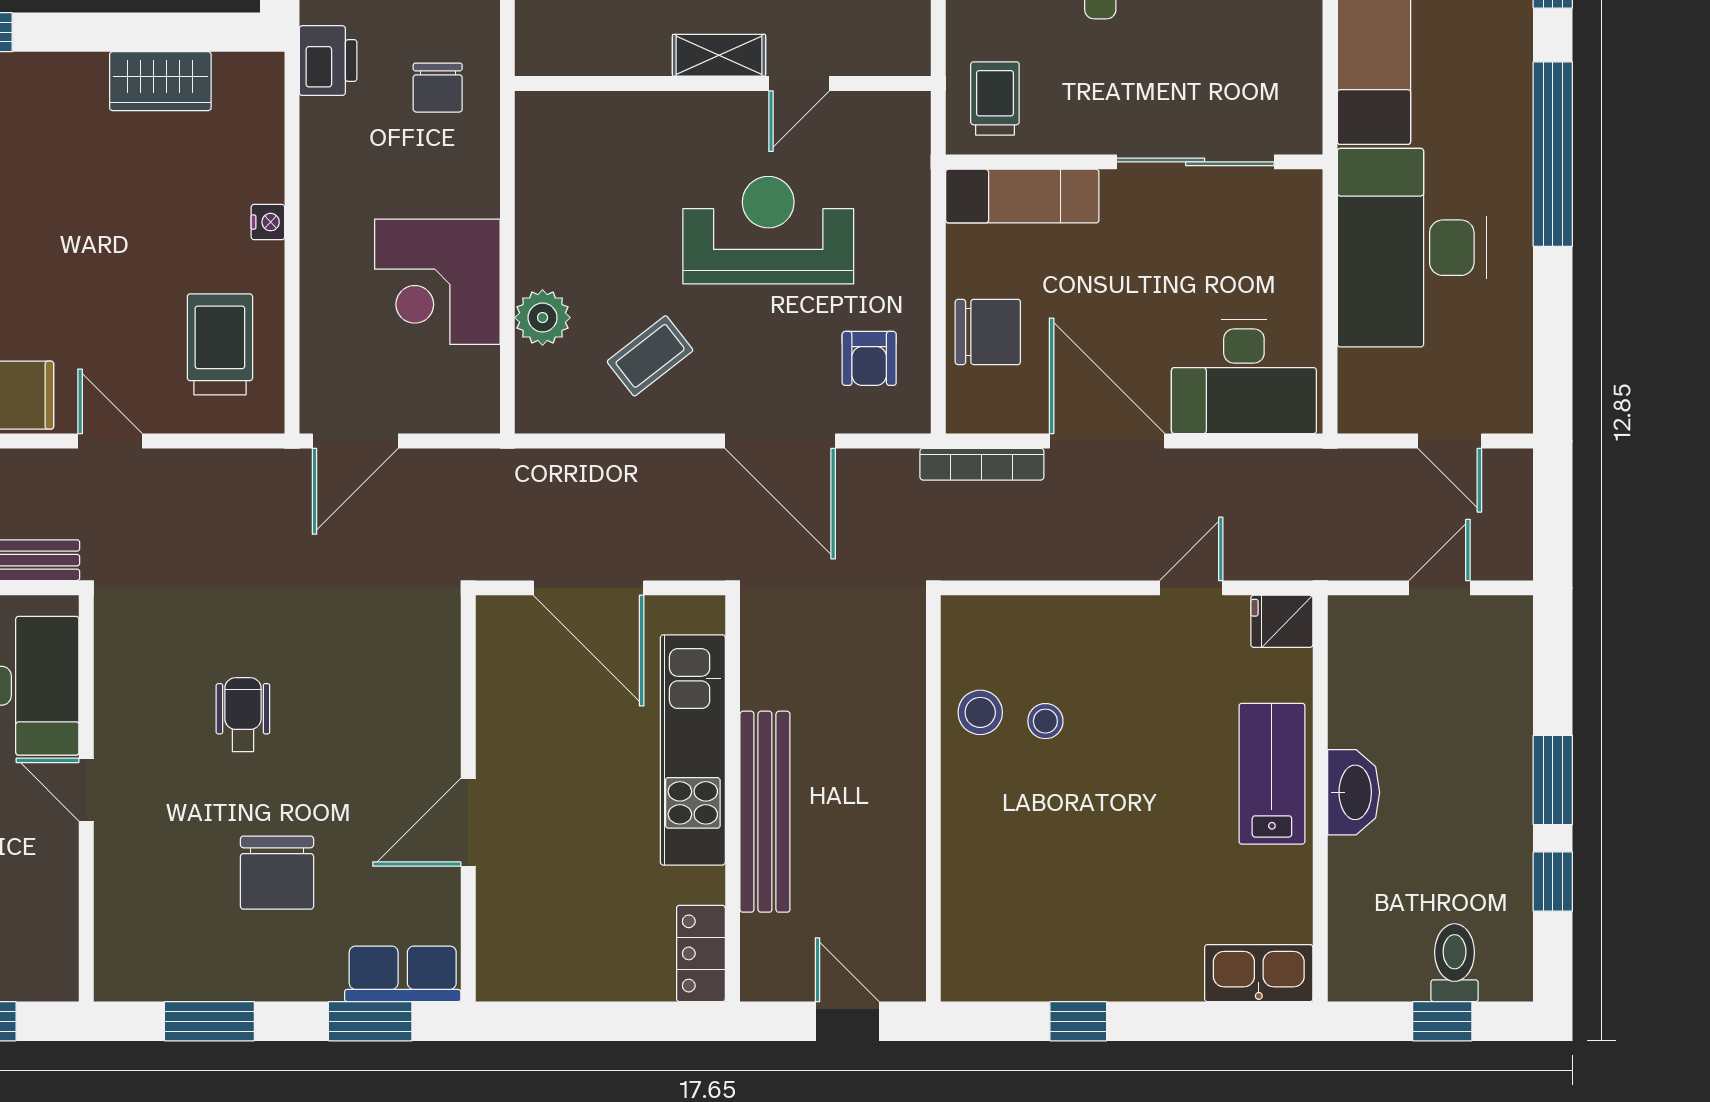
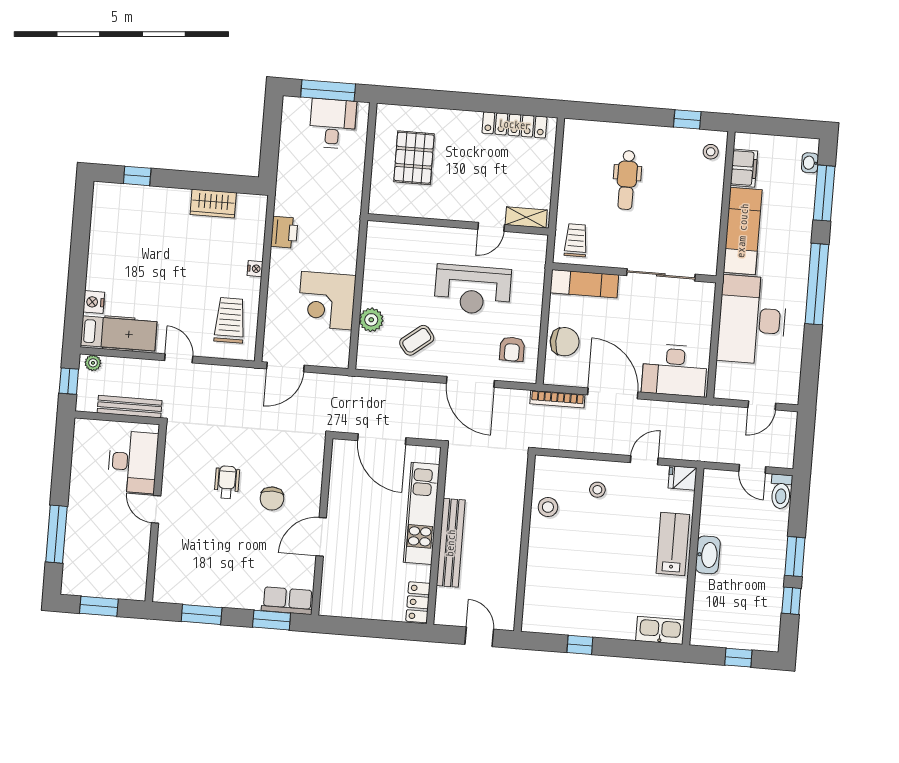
shelving: (719, 55) -> (526, 217), moved
printer: (328, 61) -> (284, 232), moved
chair: (438, 88) -> (334, 216), removed
reception desk: (768, 230) -> (473, 290), turned 180
door: (1450, 441) -> (762, 405), hinge flipped
door: (1440, 588) -> (752, 469), swing flipped
stool: (1045, 721) -> (597, 490), moved
chair: (277, 873) -> (272, 498), moved, width x0.73, depth x0.73
toilet: (1455, 963) -> (781, 492), moved, turned 180

